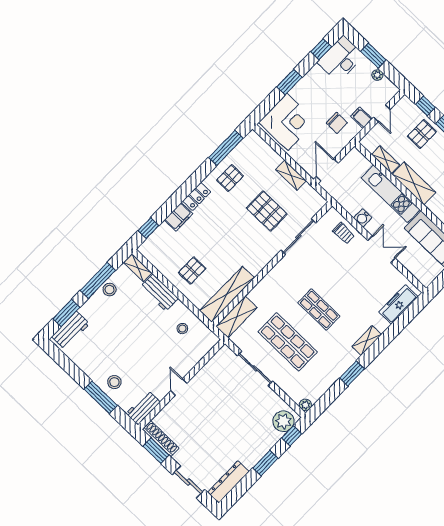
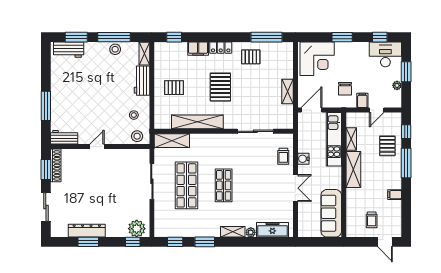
pallet: (422, 134) -> (387, 146), turned 90
kitchen unit: (391, 194) -> (334, 139), moved
pallet: (267, 211) -> (220, 87), moved
shelving: (227, 294) -> (197, 122), moved
stool: (114, 382) -> (137, 136), moved
window: (327, 399) -> (175, 242), added
plant: (305, 405) -> (251, 232), moved
window: (265, 463) -> (88, 242), moved
dresser: (228, 482) -> (87, 231), moved

